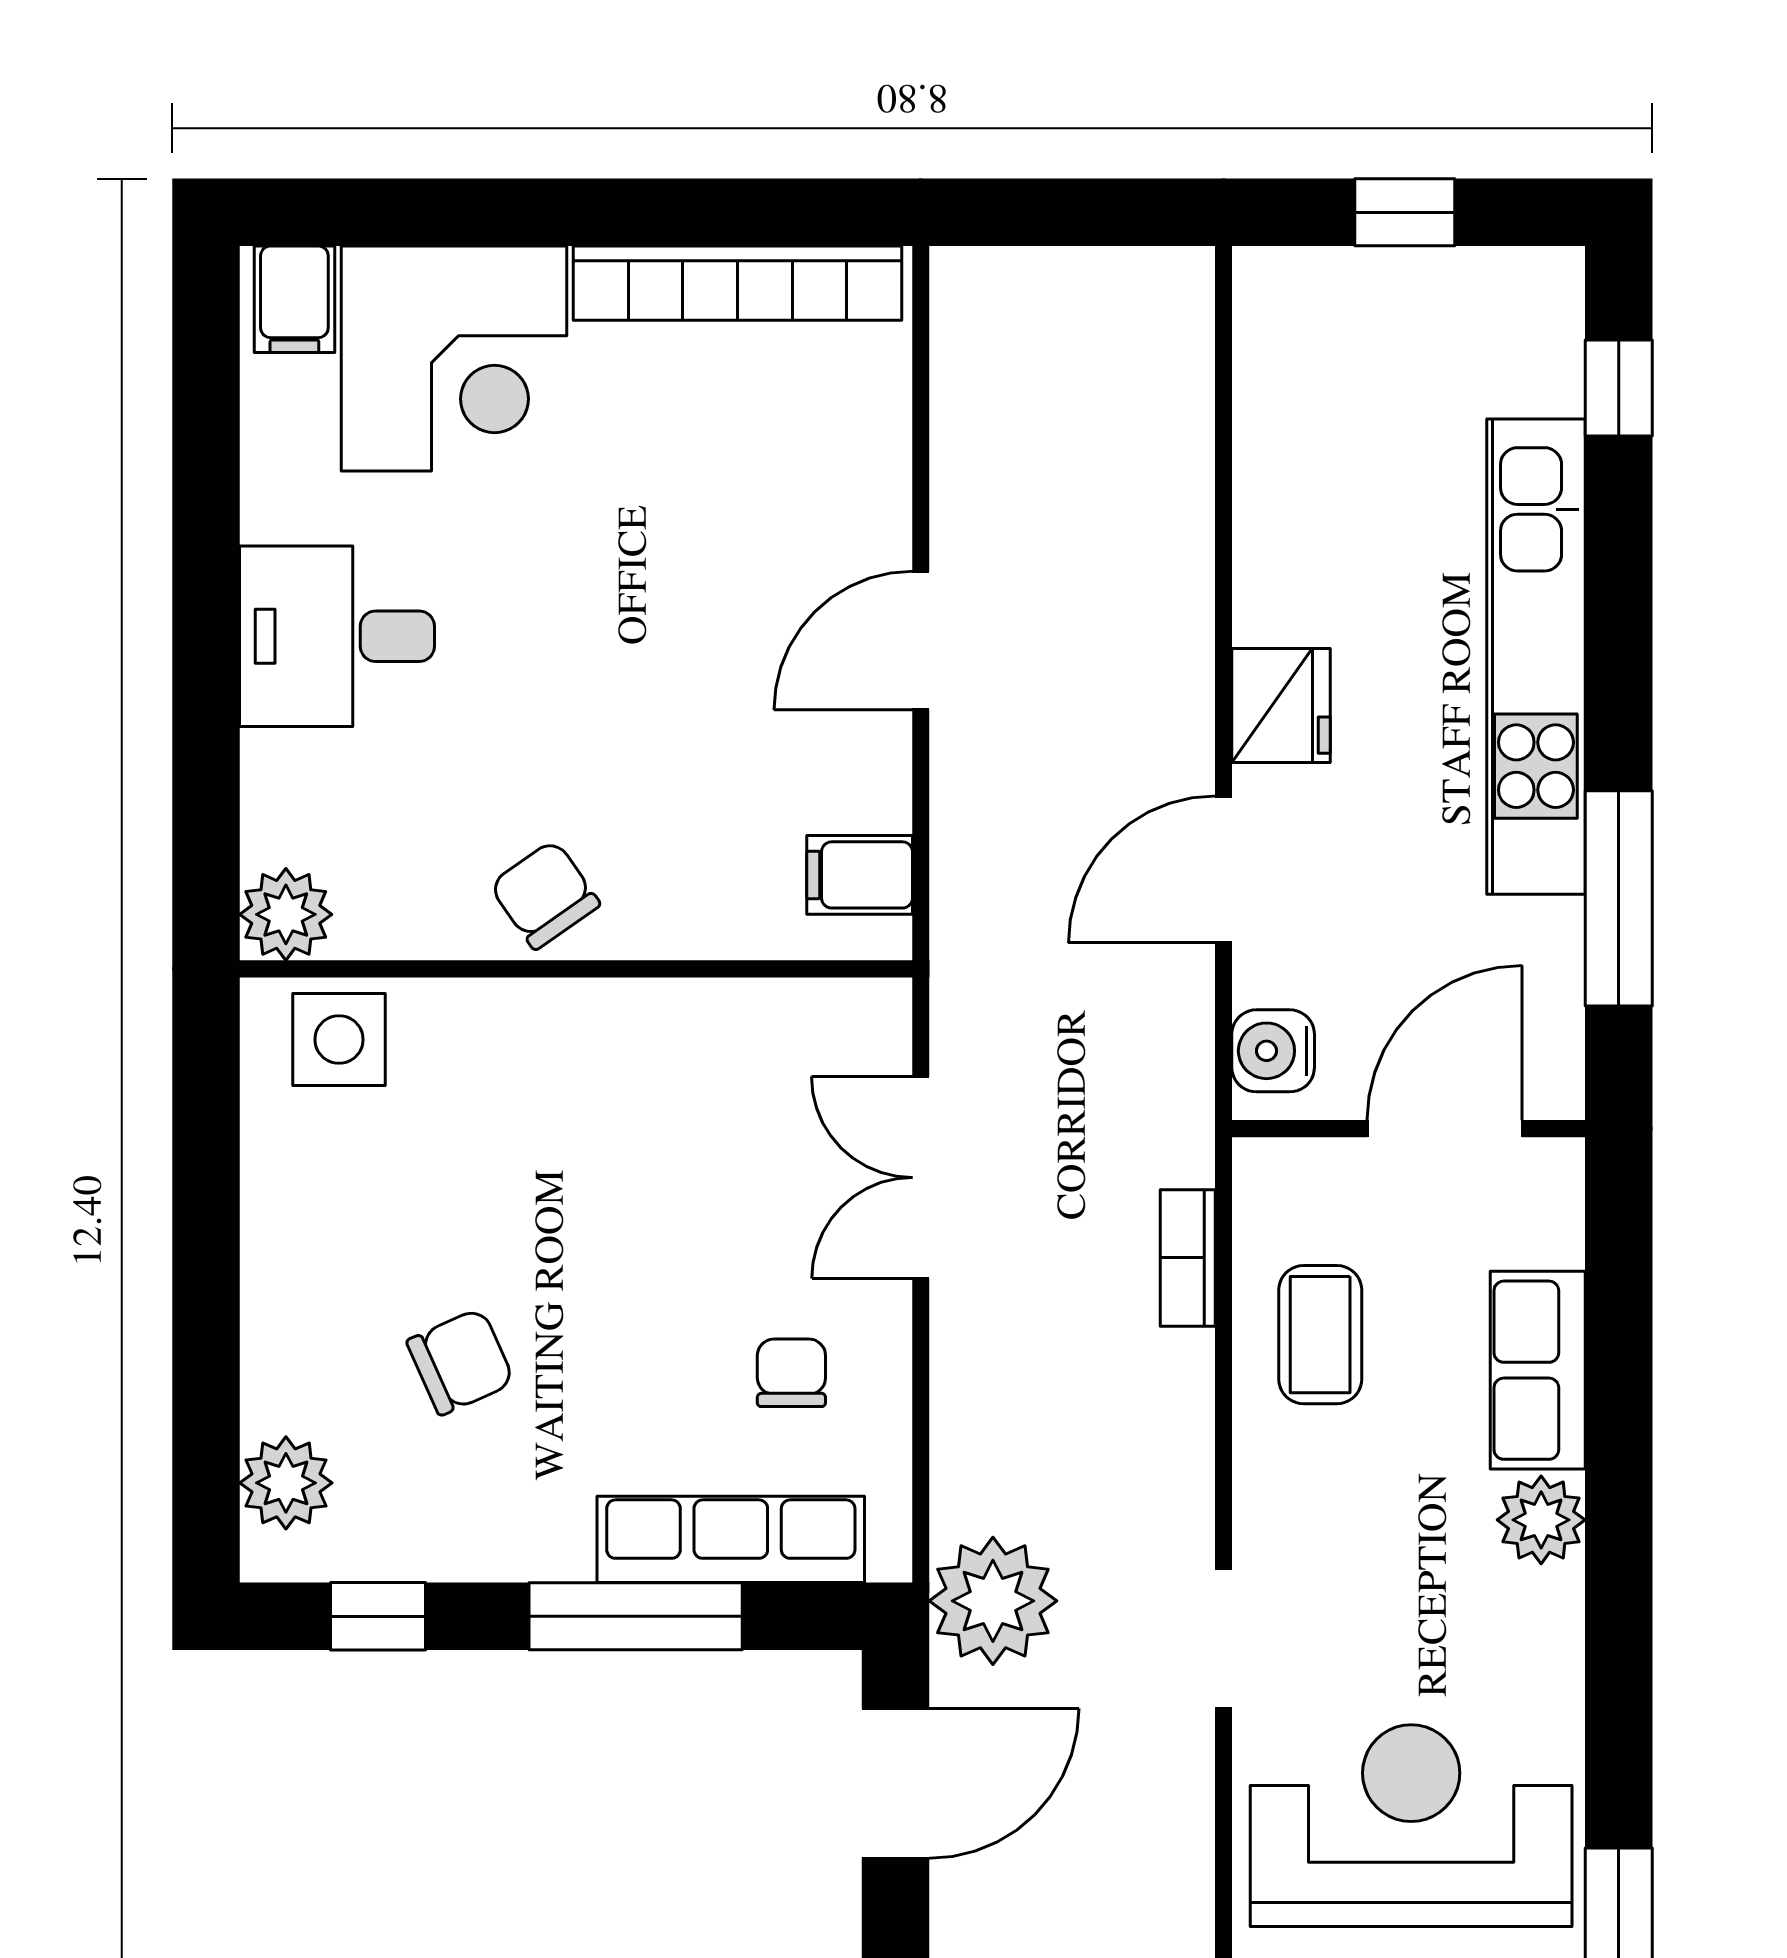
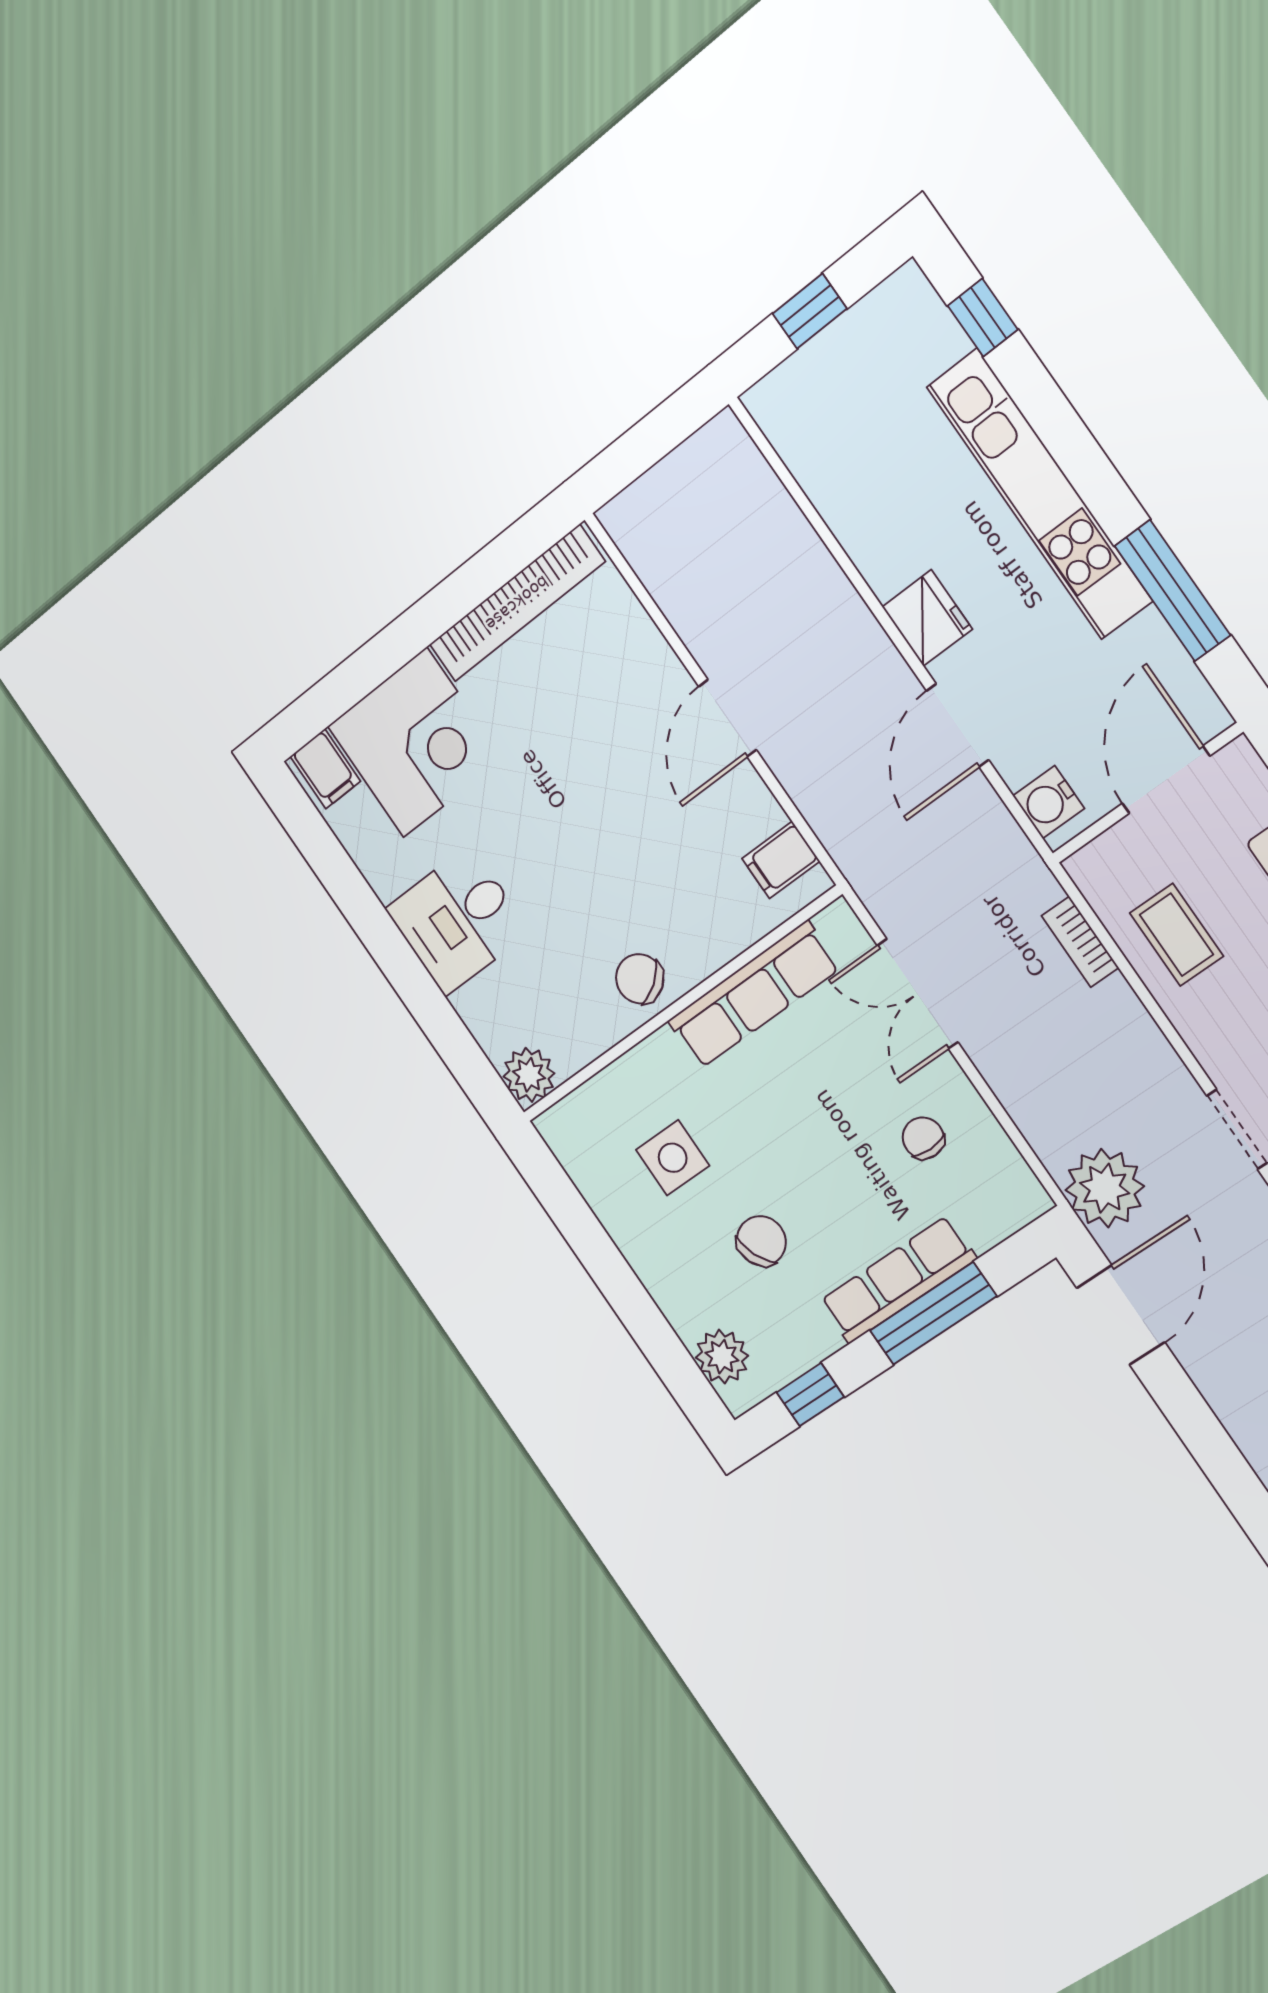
row of seats: (692, 1025) -> (754, 995), added
side table: (339, 1040) -> (673, 1158), moved
row of seats: (731, 1539) -> (898, 1280), moved

